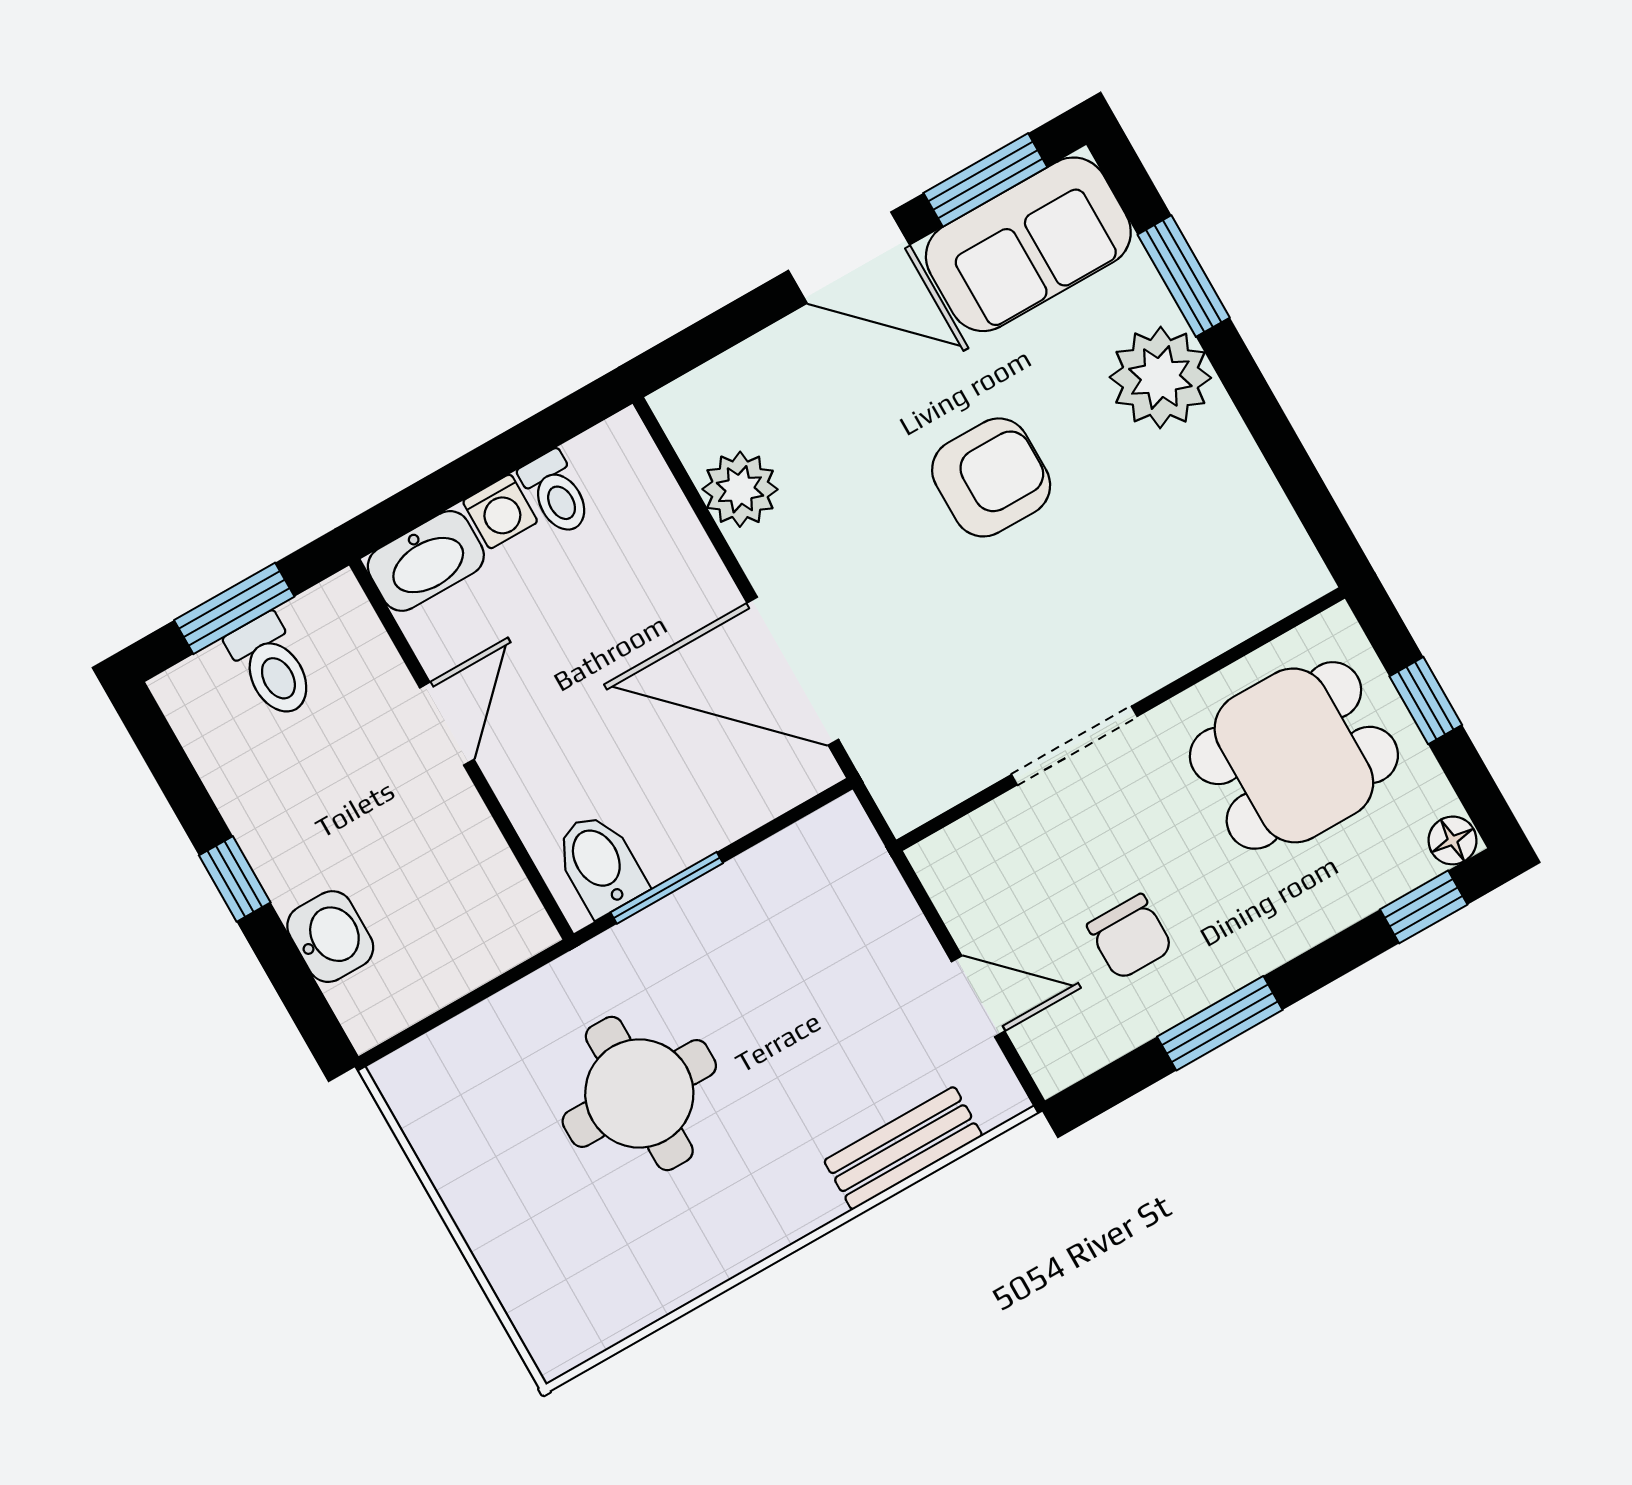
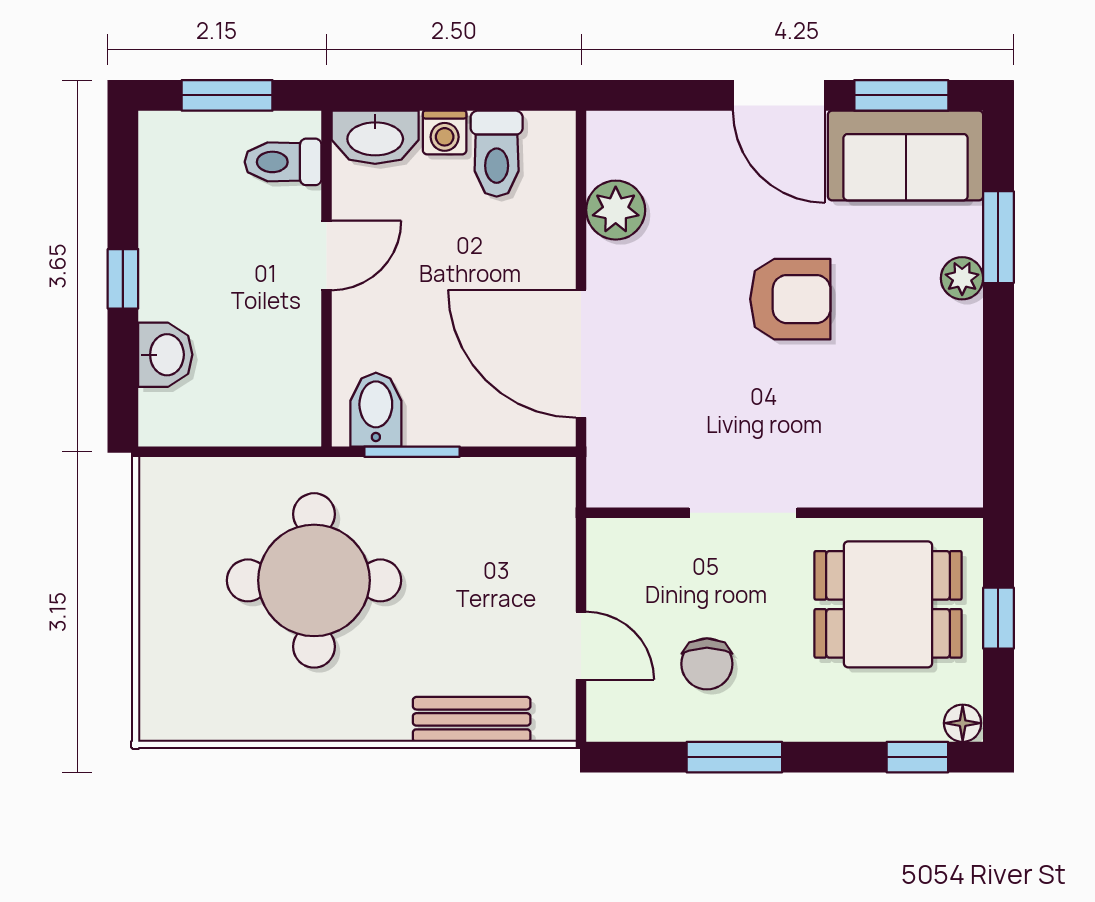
plant: (1160, 378) -> (962, 278), width x0.53, depth x0.53
toilet: (556, 493) -> (497, 154), width x1.37, depth x1.39
toilet: (272, 666) -> (283, 162), moved, turned 90
round table: (639, 1093) -> (314, 580), width x1.36, depth x1.36

